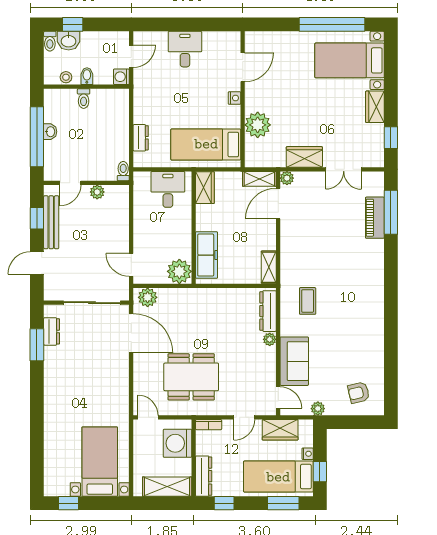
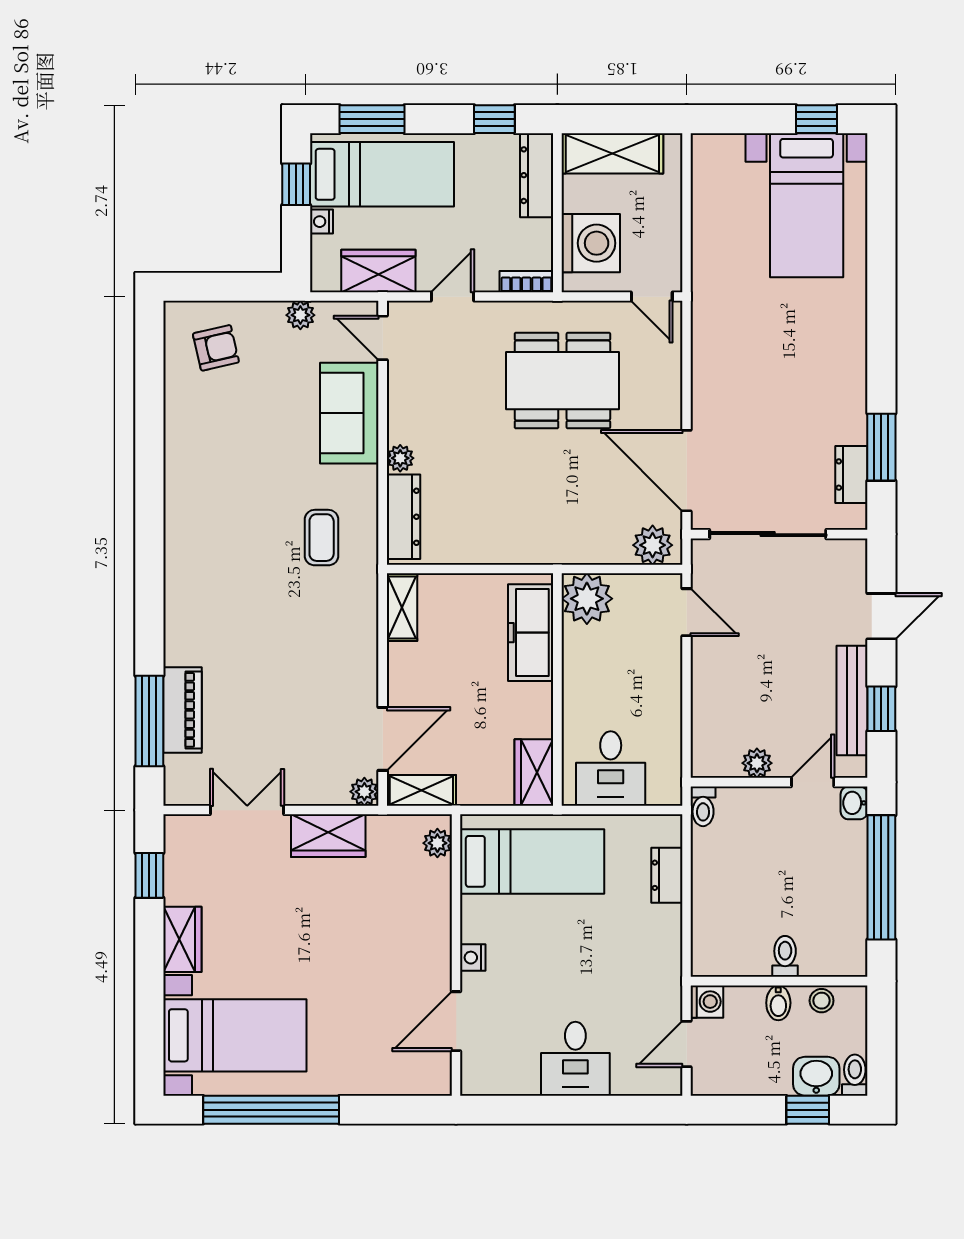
plant: (258, 125) -> (437, 843), moved, width x0.53, depth x0.53
washbasin: (50, 132) -> (854, 803), moved
bed with nightstands: (100, 462) -> (807, 205), moved

